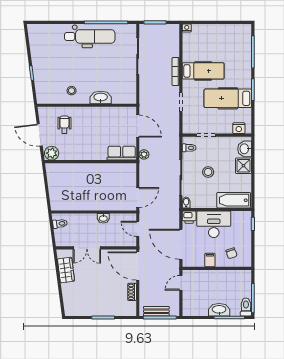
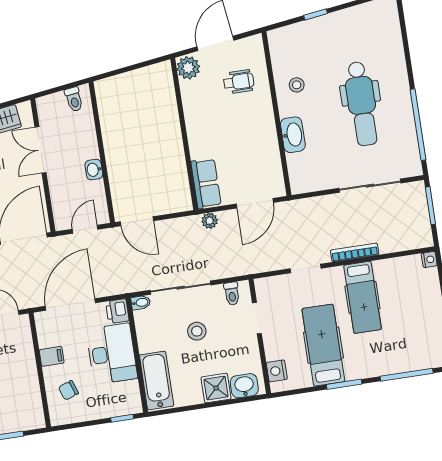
dental chair: (90, 36) -> (362, 104), moved

